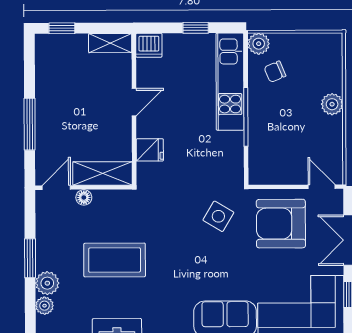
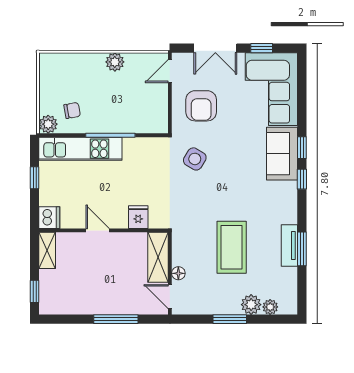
chair: (275, 72) -> (72, 110), turned -77
plant: (332, 104) -> (115, 62), moved
armchair: (281, 224) -> (201, 106), width x0.73, depth x0.73

